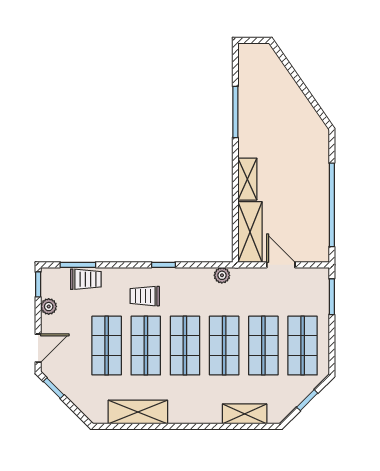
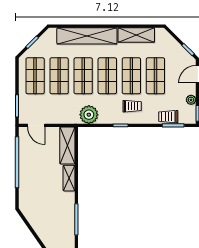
door: (281, 265) -> (36, 125), moved
plant: (222, 275) -> (89, 115), width x1.88, depth x1.88
shelving: (245, 414) -> (87, 36), width x2.20, depth x1.33

